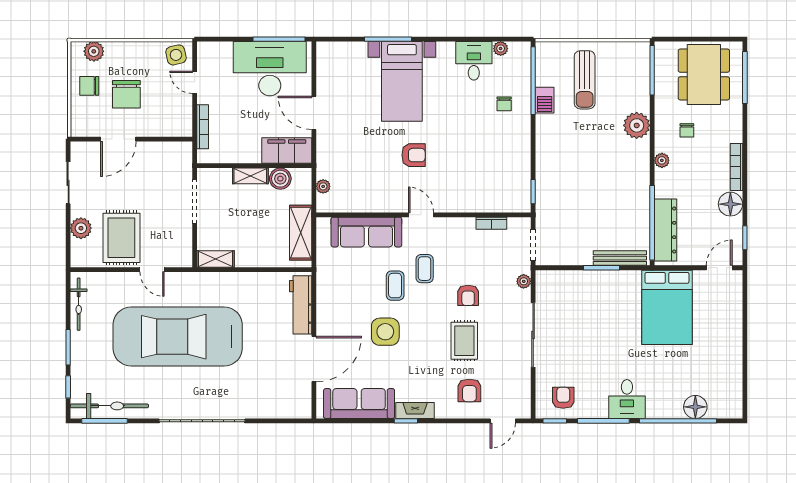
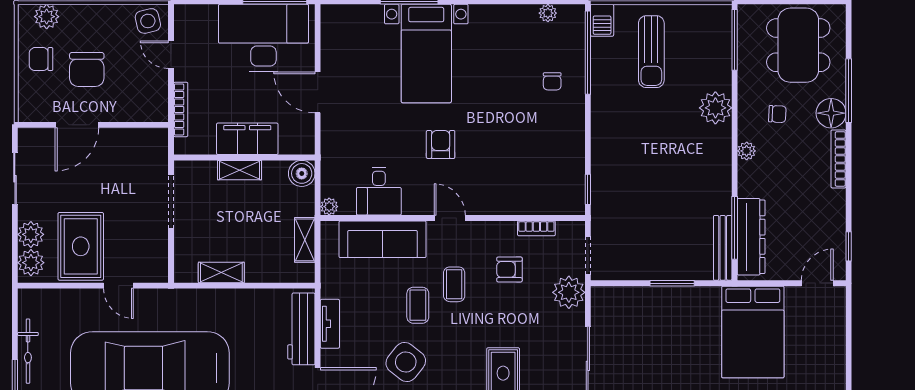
desk: (474, 61) -> (379, 191), moved, turned 180
window: (745, 77) -> (849, 91), moved
barbecue: (545, 100) -> (602, 20), moved
chair: (687, 130) -> (777, 114), turned -87
filing cabinet: (287, 151) -> (247, 139), moved
armchair: (414, 155) -> (441, 144), turned -90
boiler: (280, 179) -> (302, 173), moved
plant: (323, 186) -> (329, 207), moved
floor lamp: (730, 204) -> (831, 113), moved
window: (652, 223) -> (735, 228), width x0.68
shelving: (301, 233) -> (305, 240), width x0.67, depth x0.75
plant: (81, 251) -> (31, 263), added
bench: (620, 258) -> (723, 248), moved, turned 90
shelving: (216, 259) -> (221, 272), moved
plant: (524, 281) -> (569, 292), width x1.88, depth x1.88
armchair: (468, 295) -> (509, 269), moved, turned 90
tv unit: (324, 301) -> (330, 324), added
bicycle: (79, 304) -> (28, 351), moved
side table: (385, 332) -> (406, 362), turned 38

